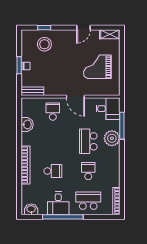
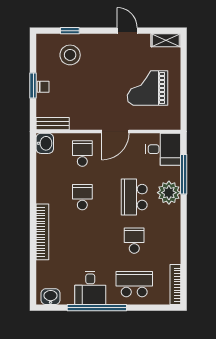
door: (83, 28) -> (127, 31), swing flipped
door: (75, 97) -> (115, 132), hinge flipped
washbasin: (27, 124) -> (45, 143), moved
school desk: (53, 171) -> (82, 197), moved, turned -90

